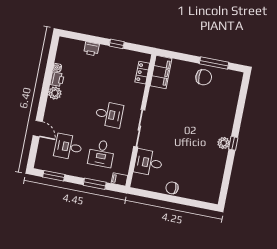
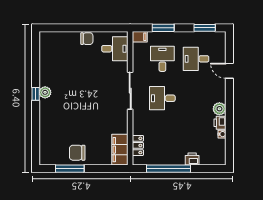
window: (117, 44) -> (168, 169), width x3.17
desk: (68, 147) -> (196, 59), turned 180
desk: (148, 163) -> (115, 49), moved

